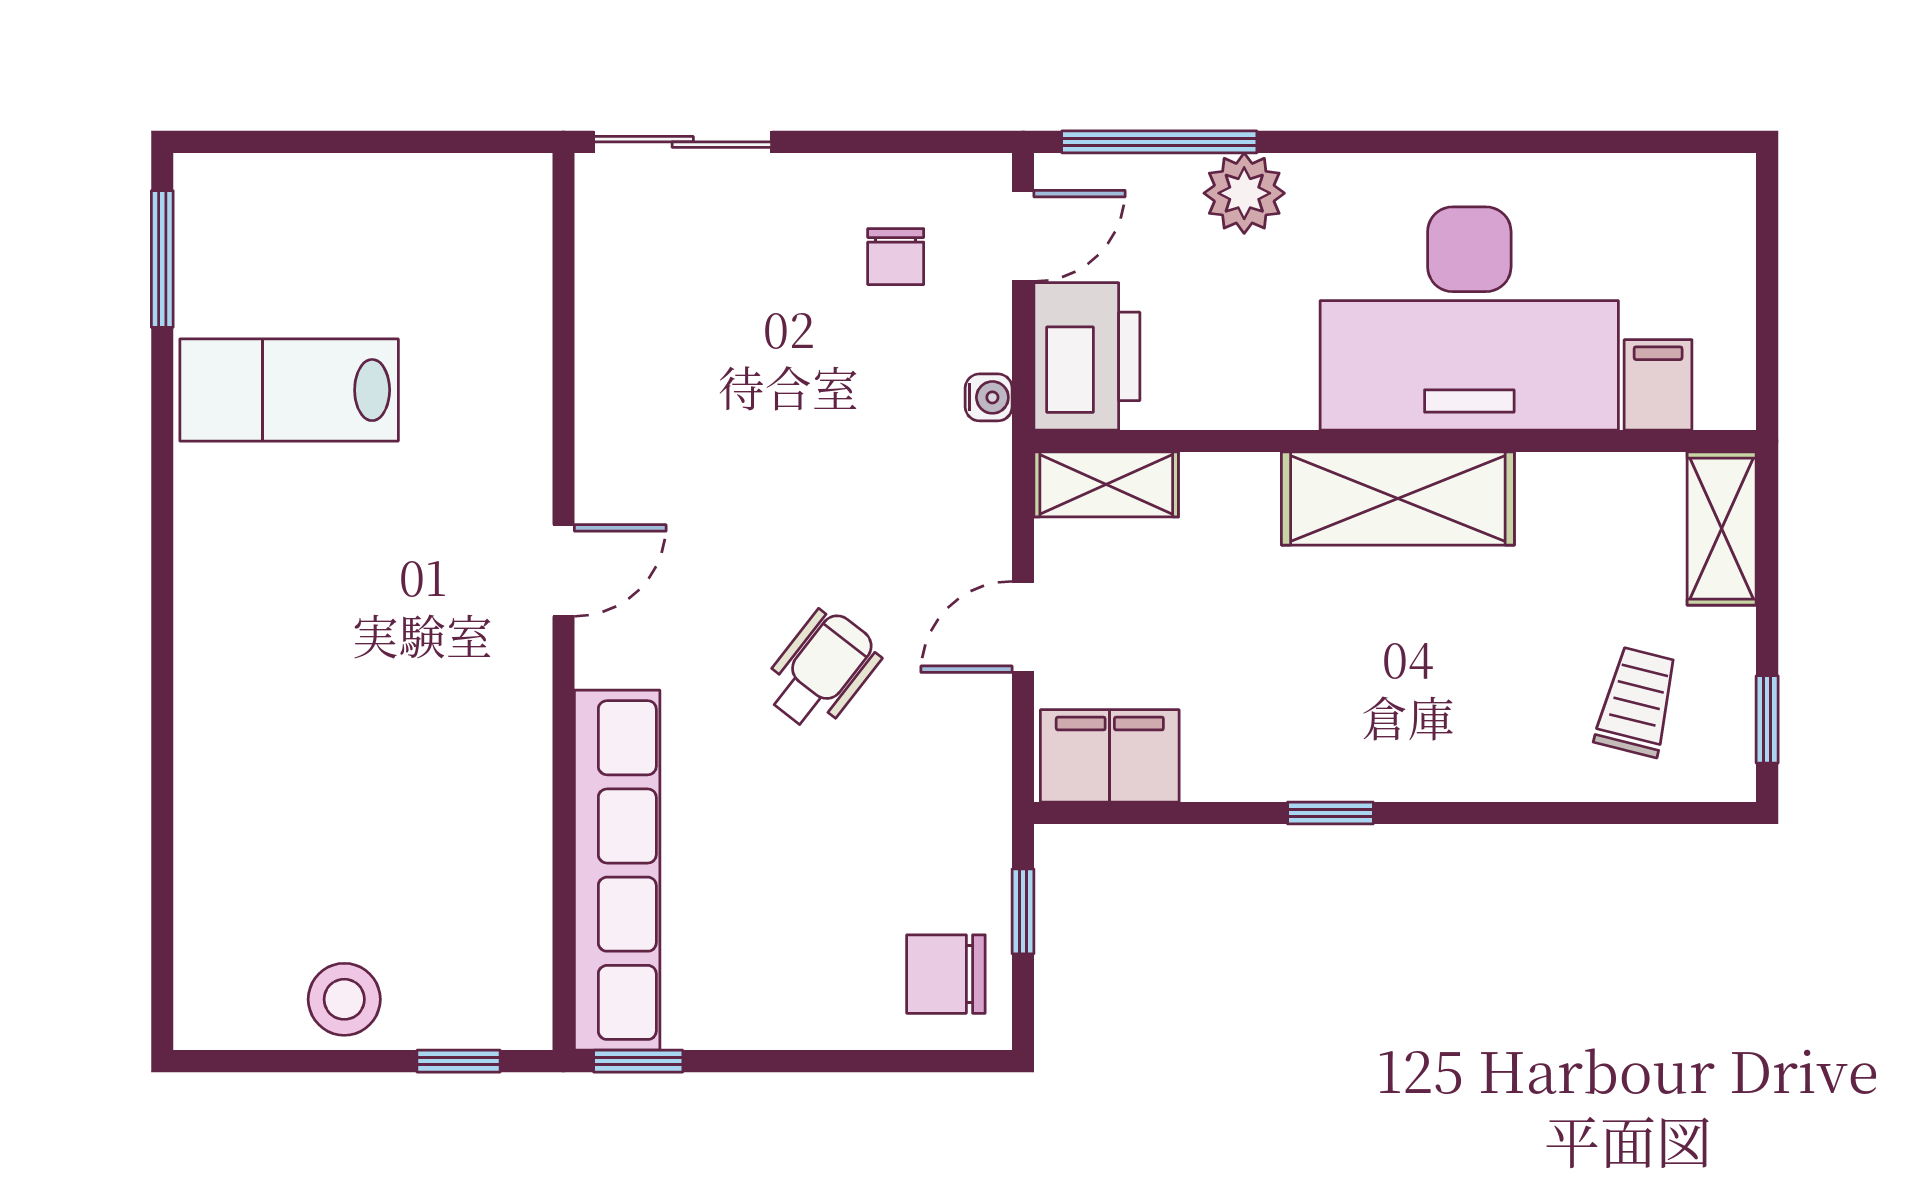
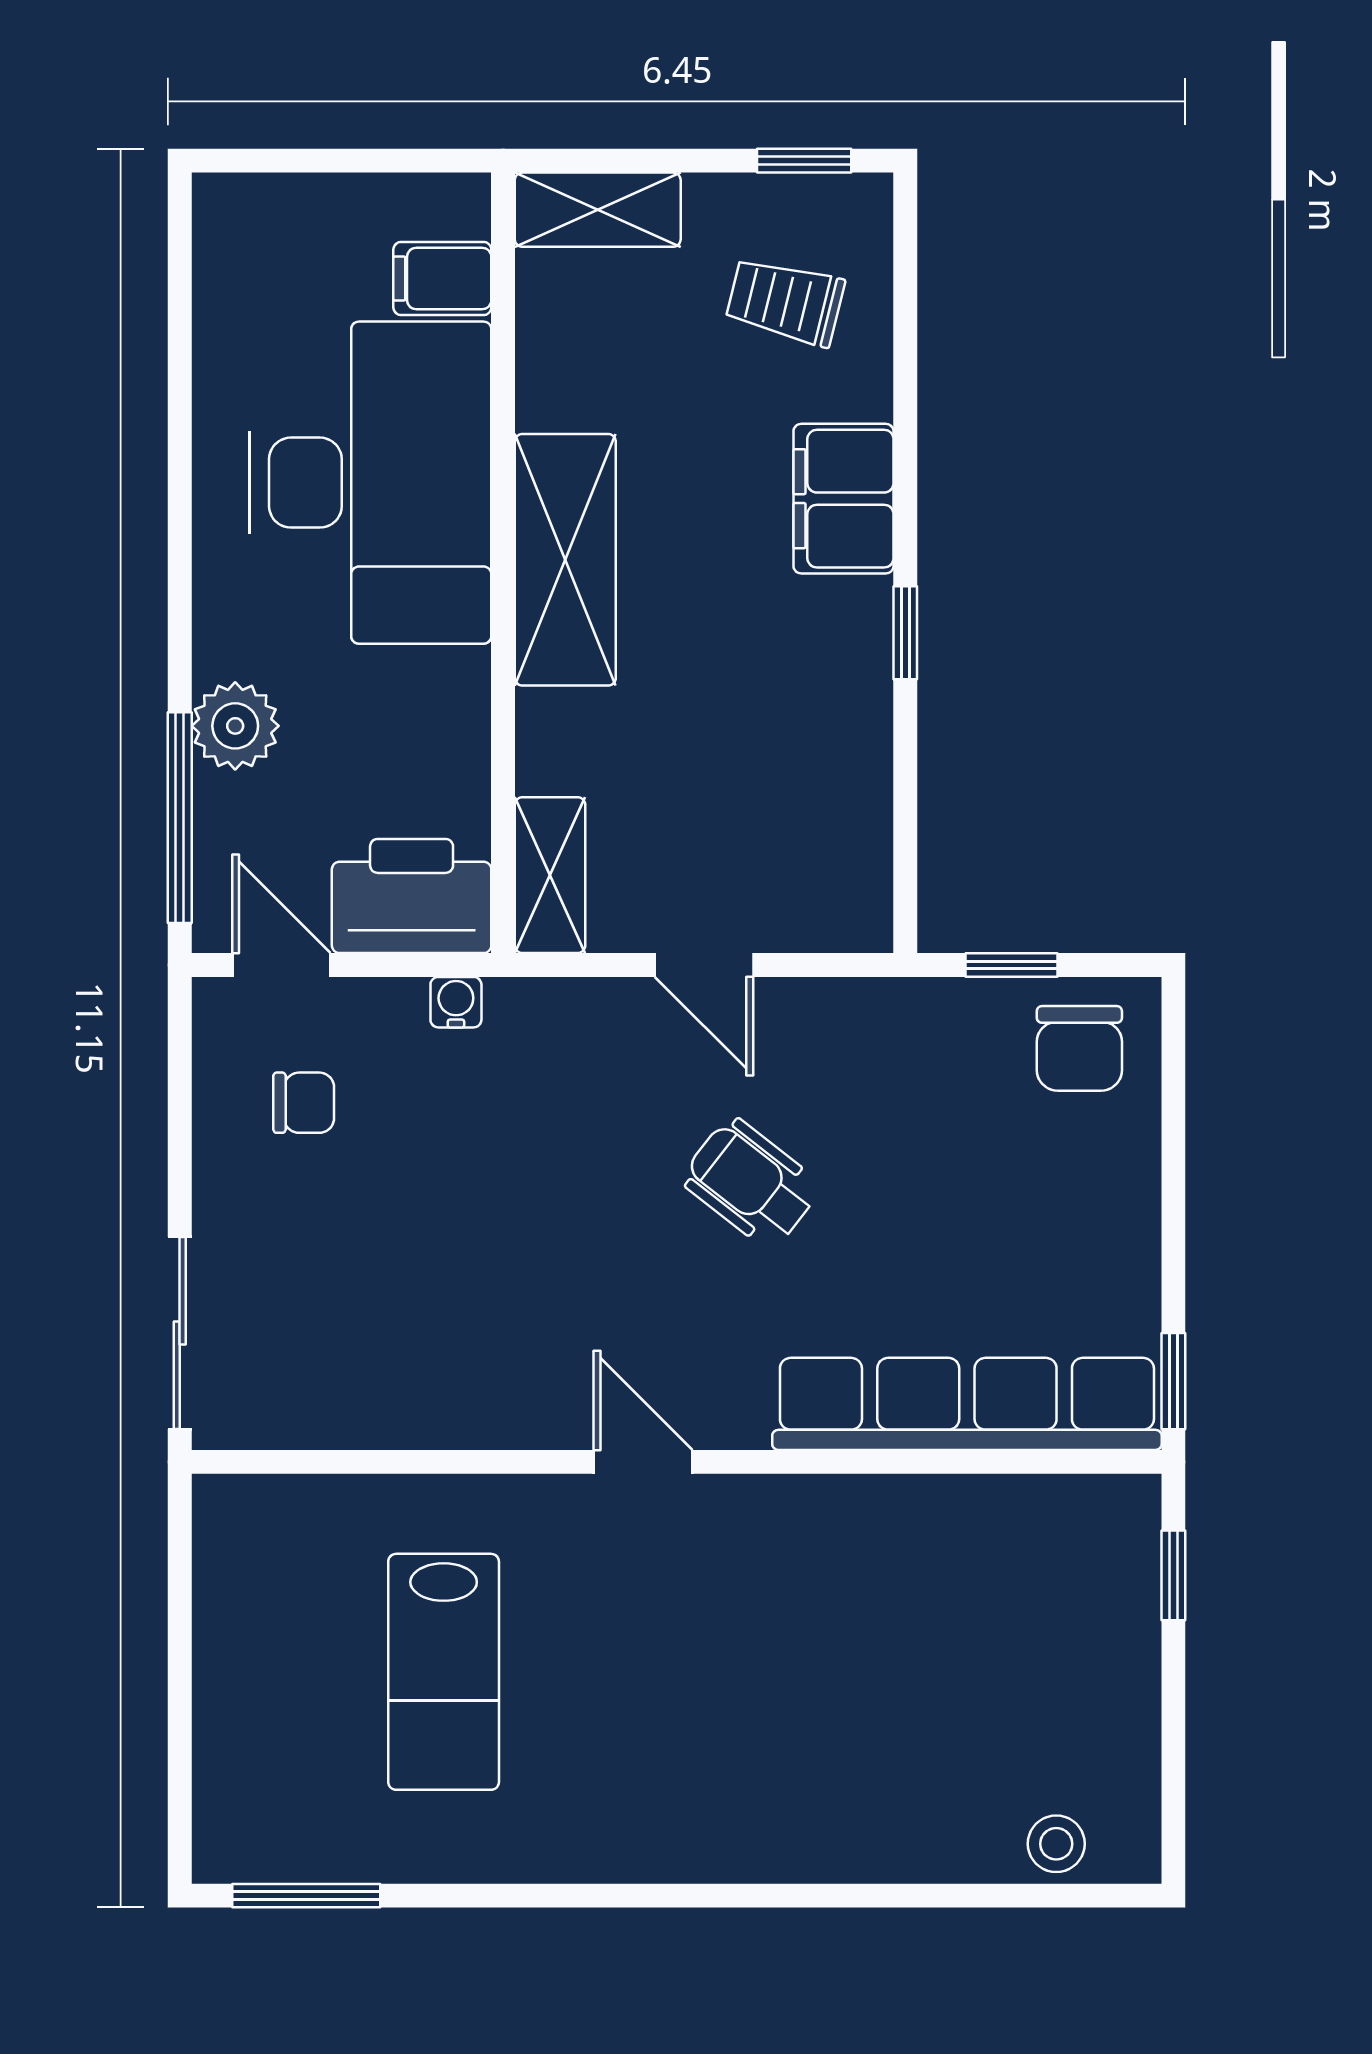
lab bench: (289, 390) -> (444, 1672), moved
filing cabinet: (1110, 756) -> (843, 499), moved
stool: (344, 999) -> (1056, 1844), moved, width x0.73, depth x0.73

